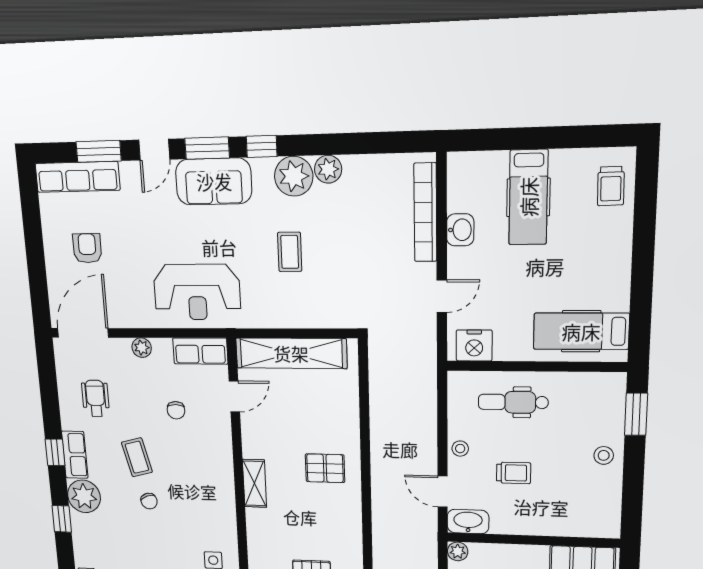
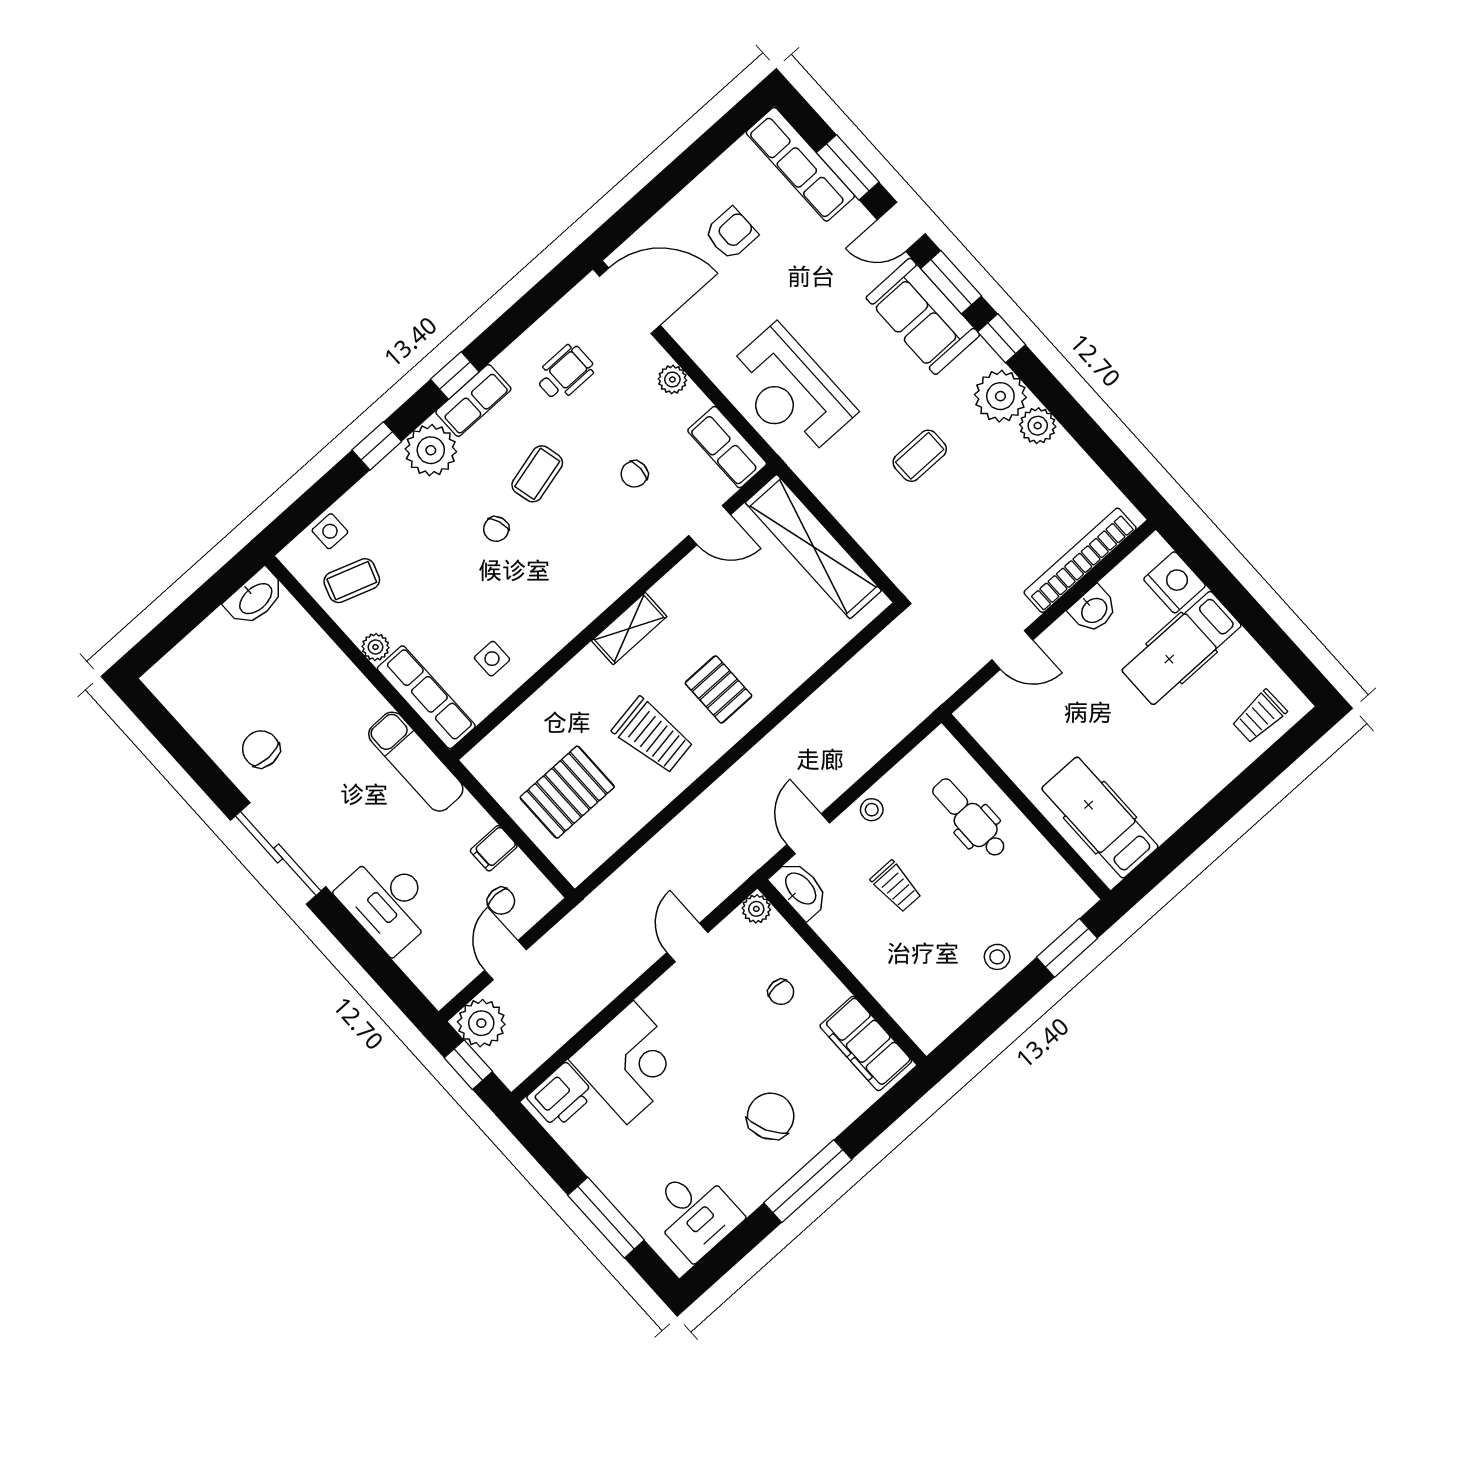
nightstand: (474, 345) -> (1174, 582), moved, turned 180
trolley: (320, 521) -> (653, 735), added

